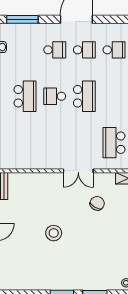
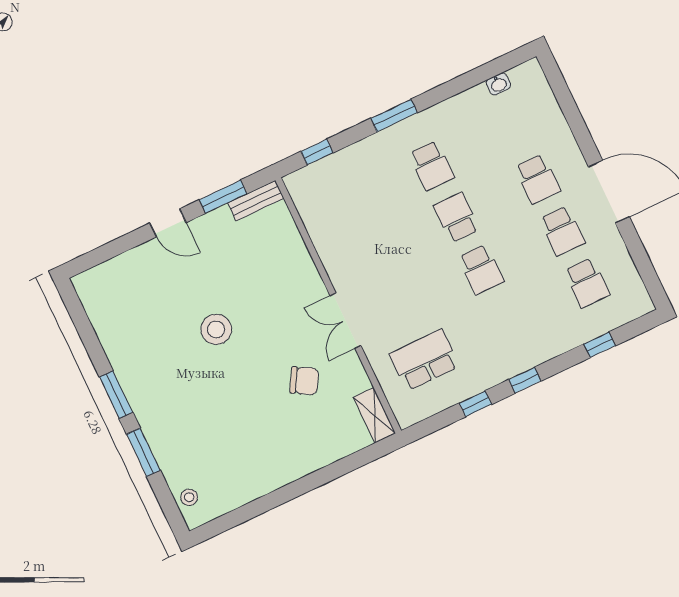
window: (22, 19) -> (564, 97), removed
school desk: (25, 96) -> (432, 166), width x0.54
school desk: (84, 96) -> (481, 269), width x0.54

